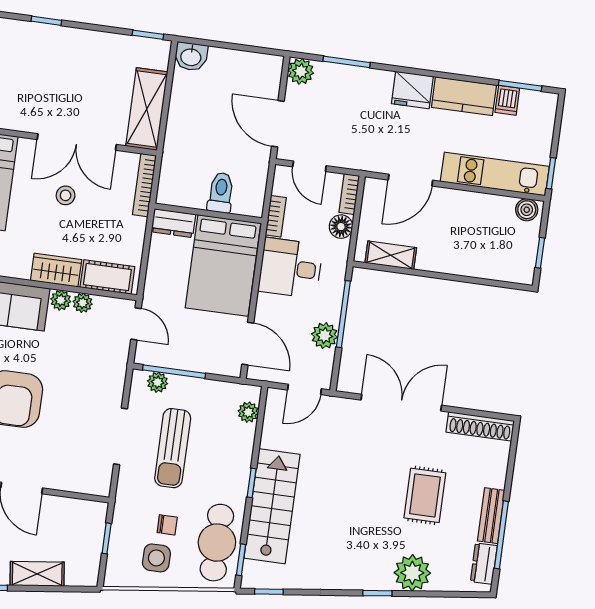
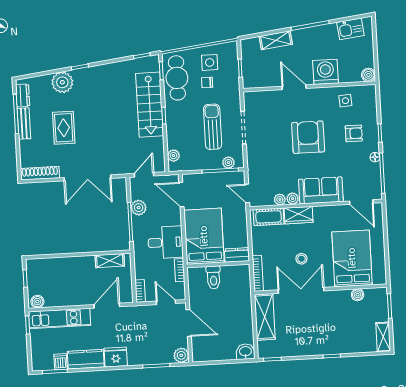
floor lamp: (341, 227) -> (141, 271), removed

